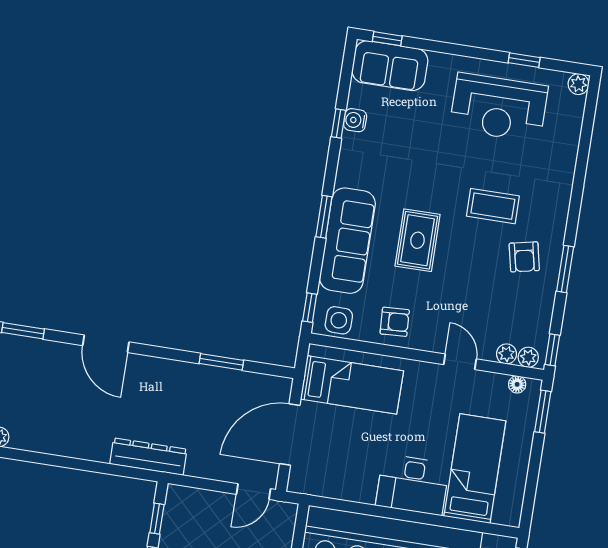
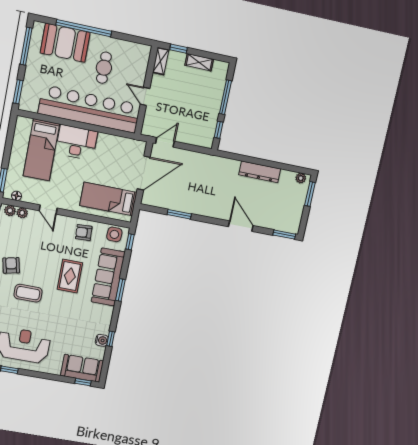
dresser: (148, 457) -> (260, 172), moved

